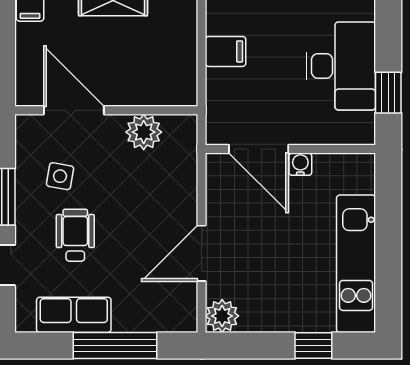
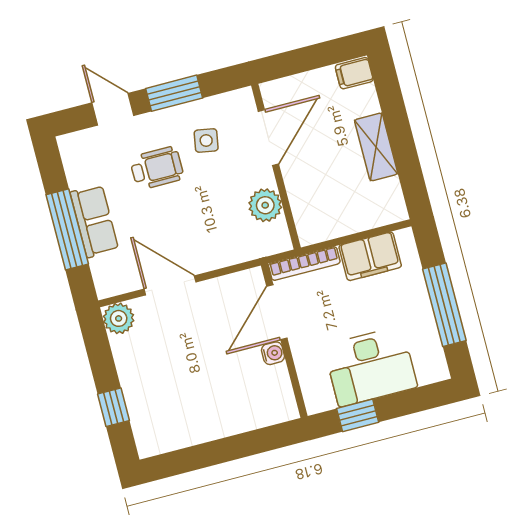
filing cabinet: (226, 51) -> (370, 256), width x2.00
bookcase: (215, 107) -> (304, 264), added
kitchen unit: (356, 264) -> (197, 426), removed
row of seats: (74, 315) -> (94, 221), moved

